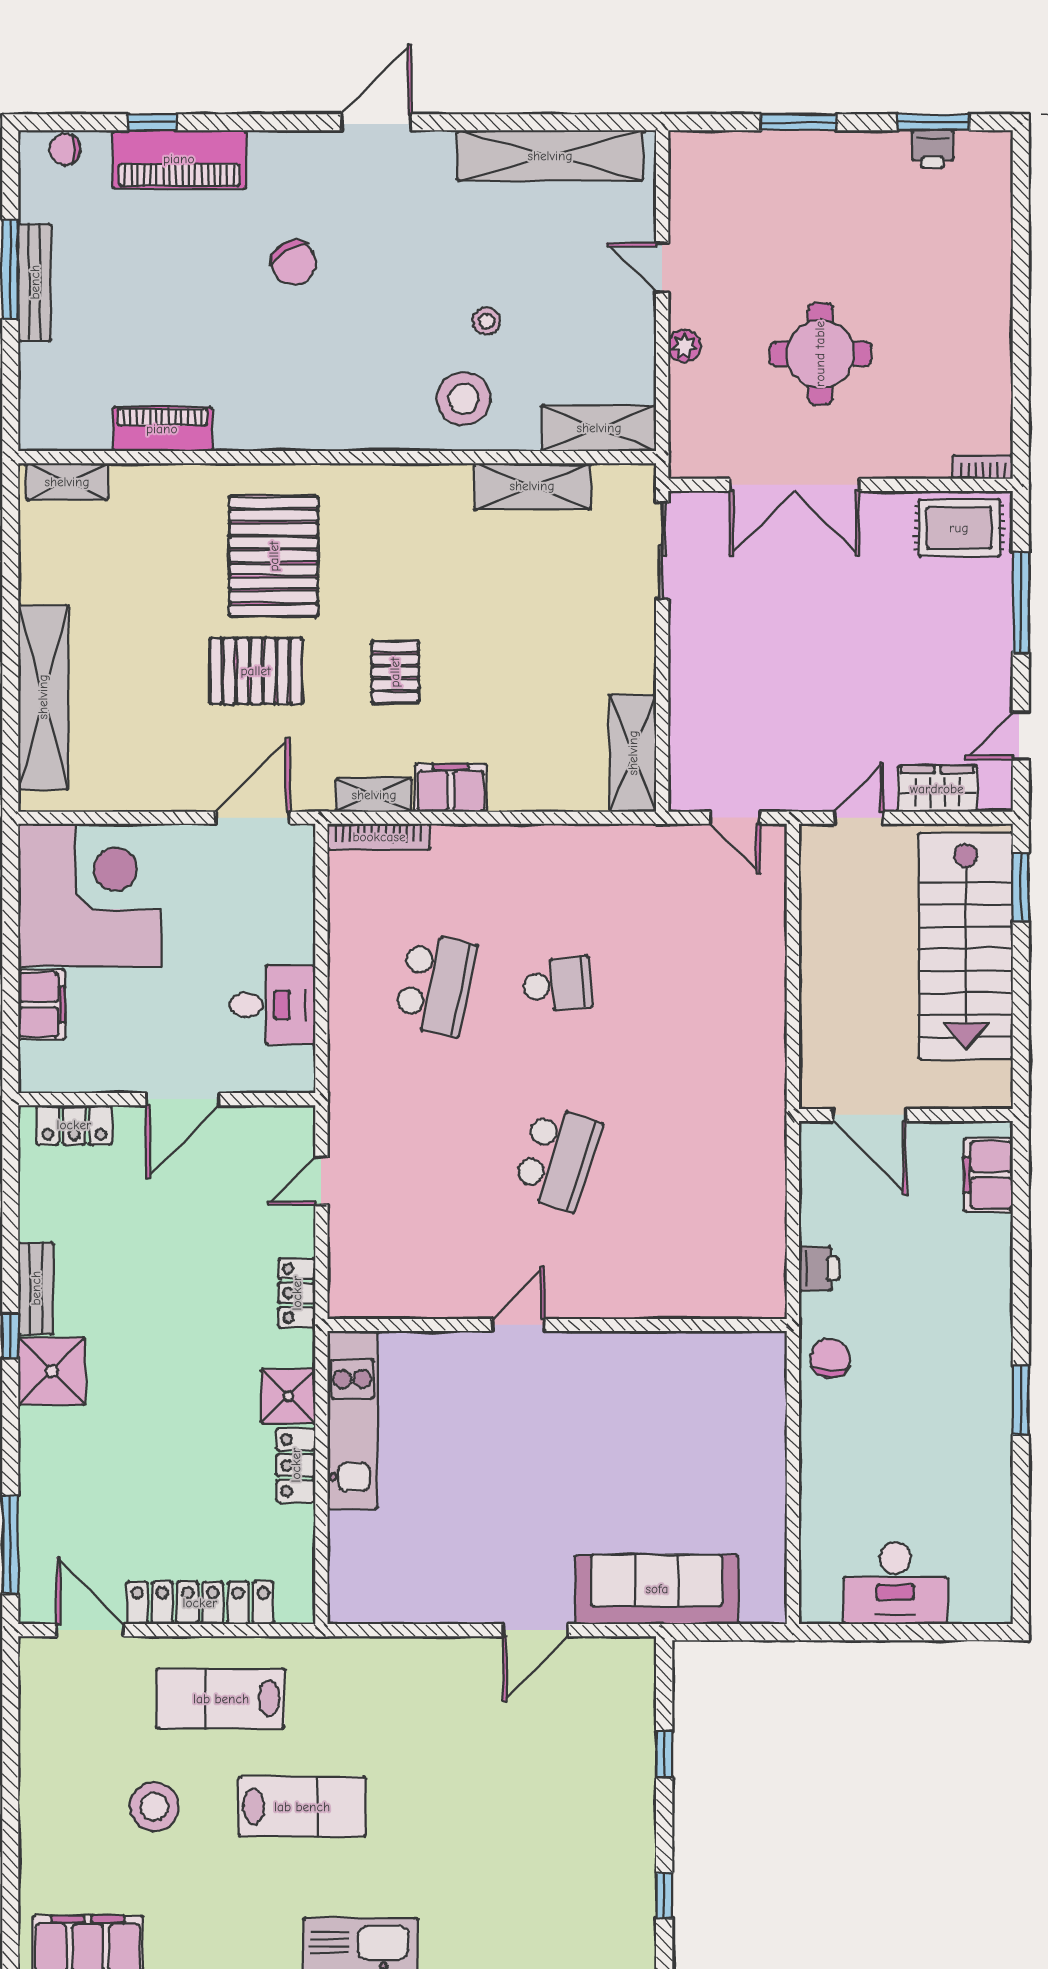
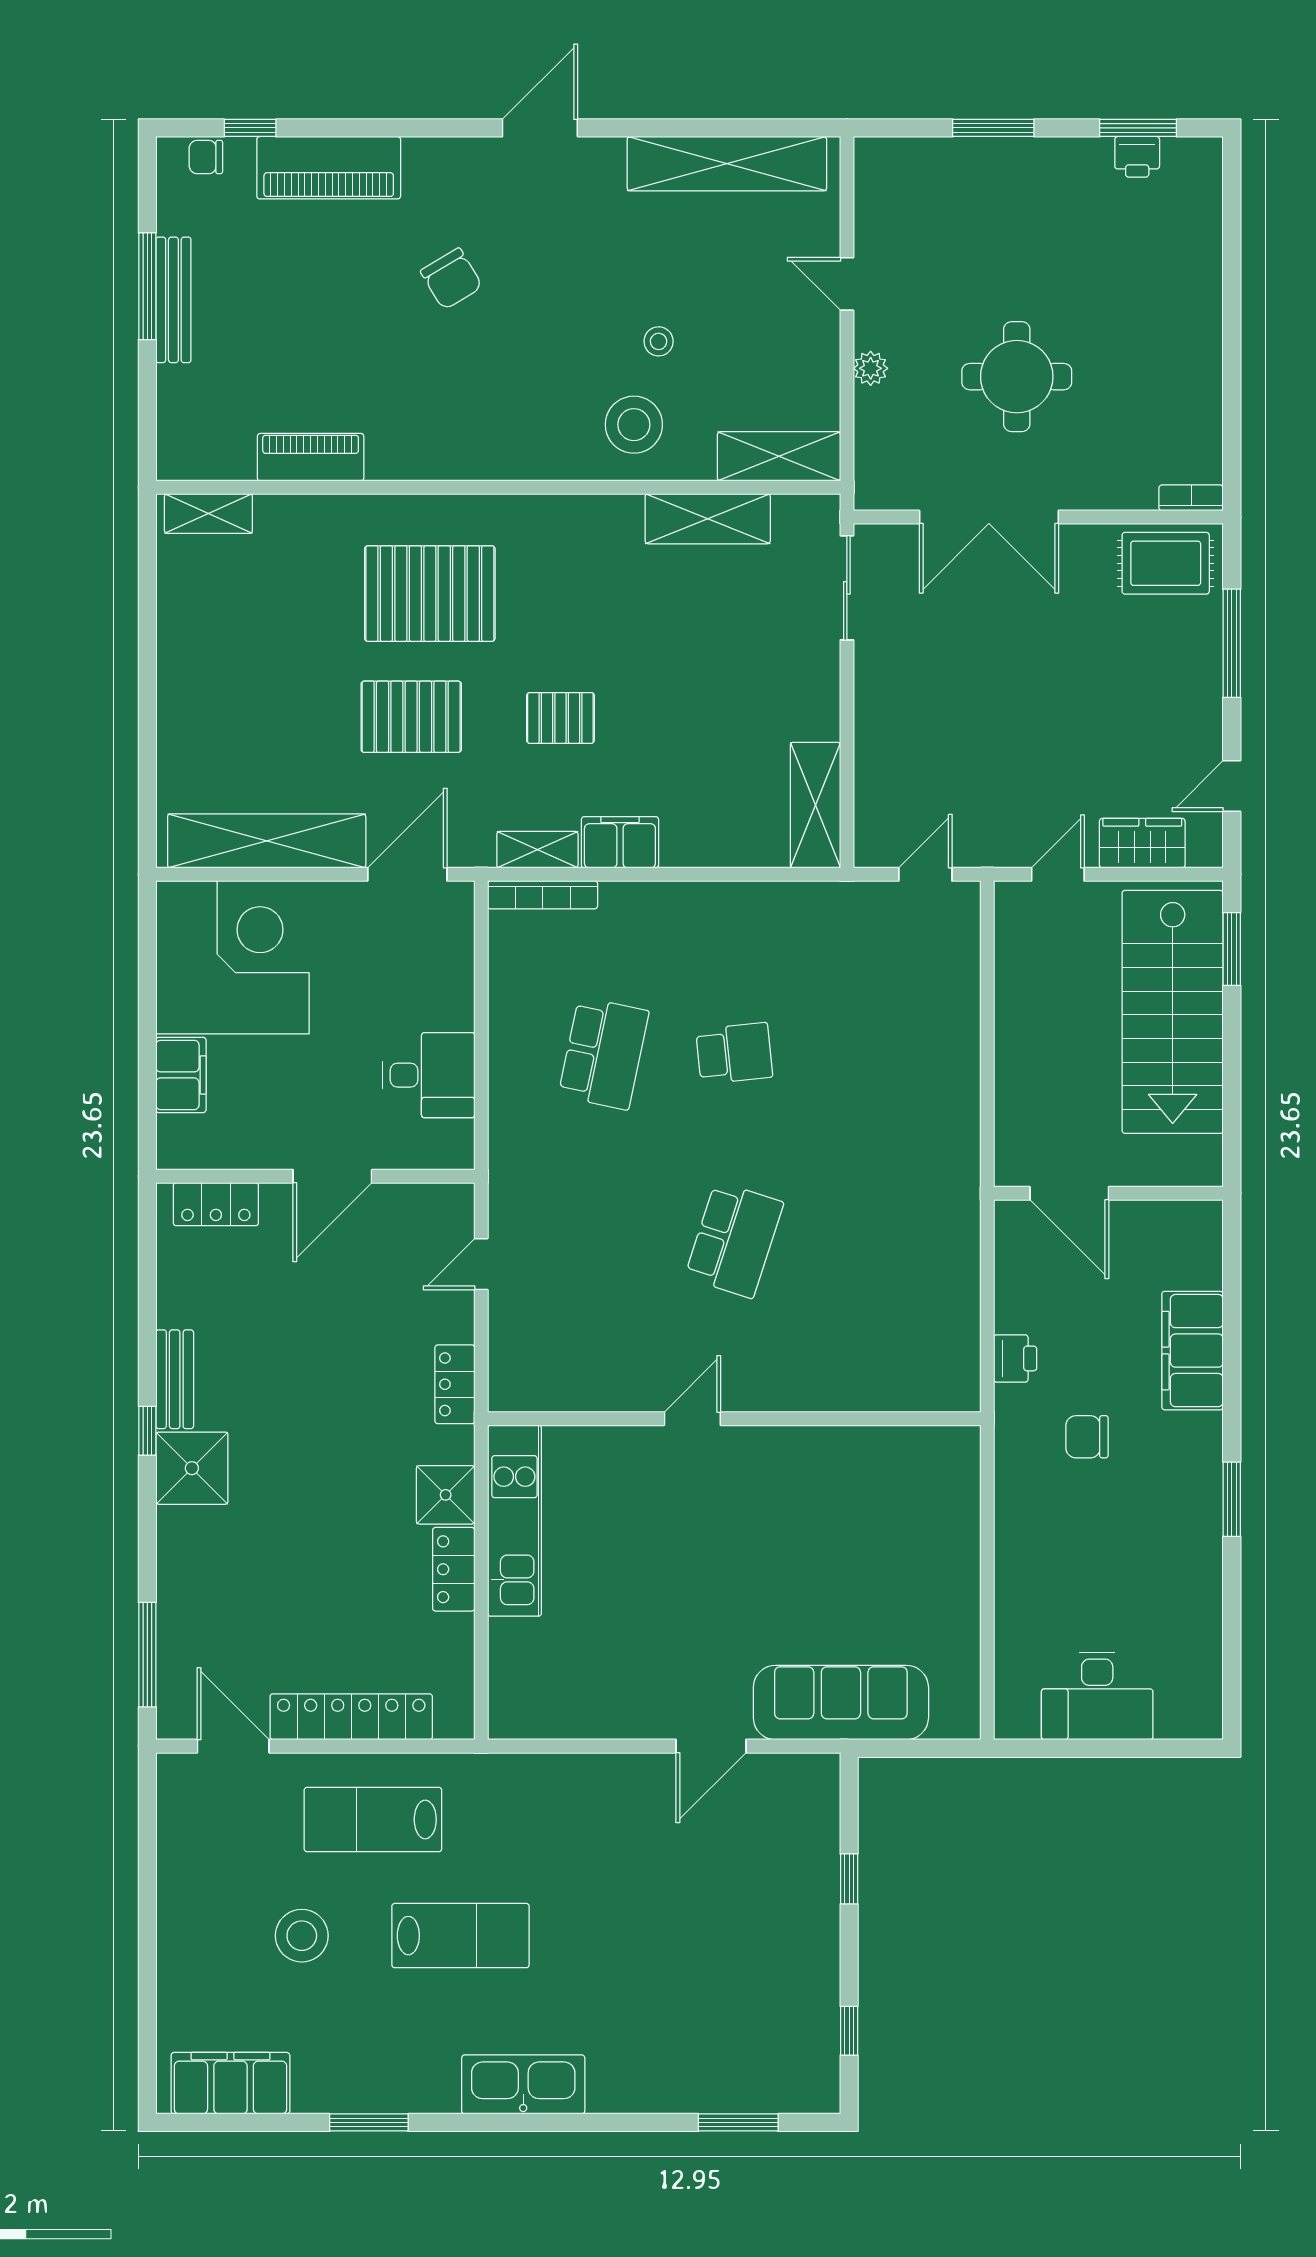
window: (152, 122) -> (250, 128), moved
pallet: (274, 556) -> (430, 594), turned 90
pallet: (395, 672) -> (560, 718), turned 90
shelving: (43, 697) -> (267, 841), moved, turned 90
door: (735, 818) -> (925, 874), swing flipped
filing cabinet: (988, 1175) -> (1193, 1351), moved, width x1.50, depth x1.17
chair: (830, 1358) -> (1087, 1437), moved, turned -90

